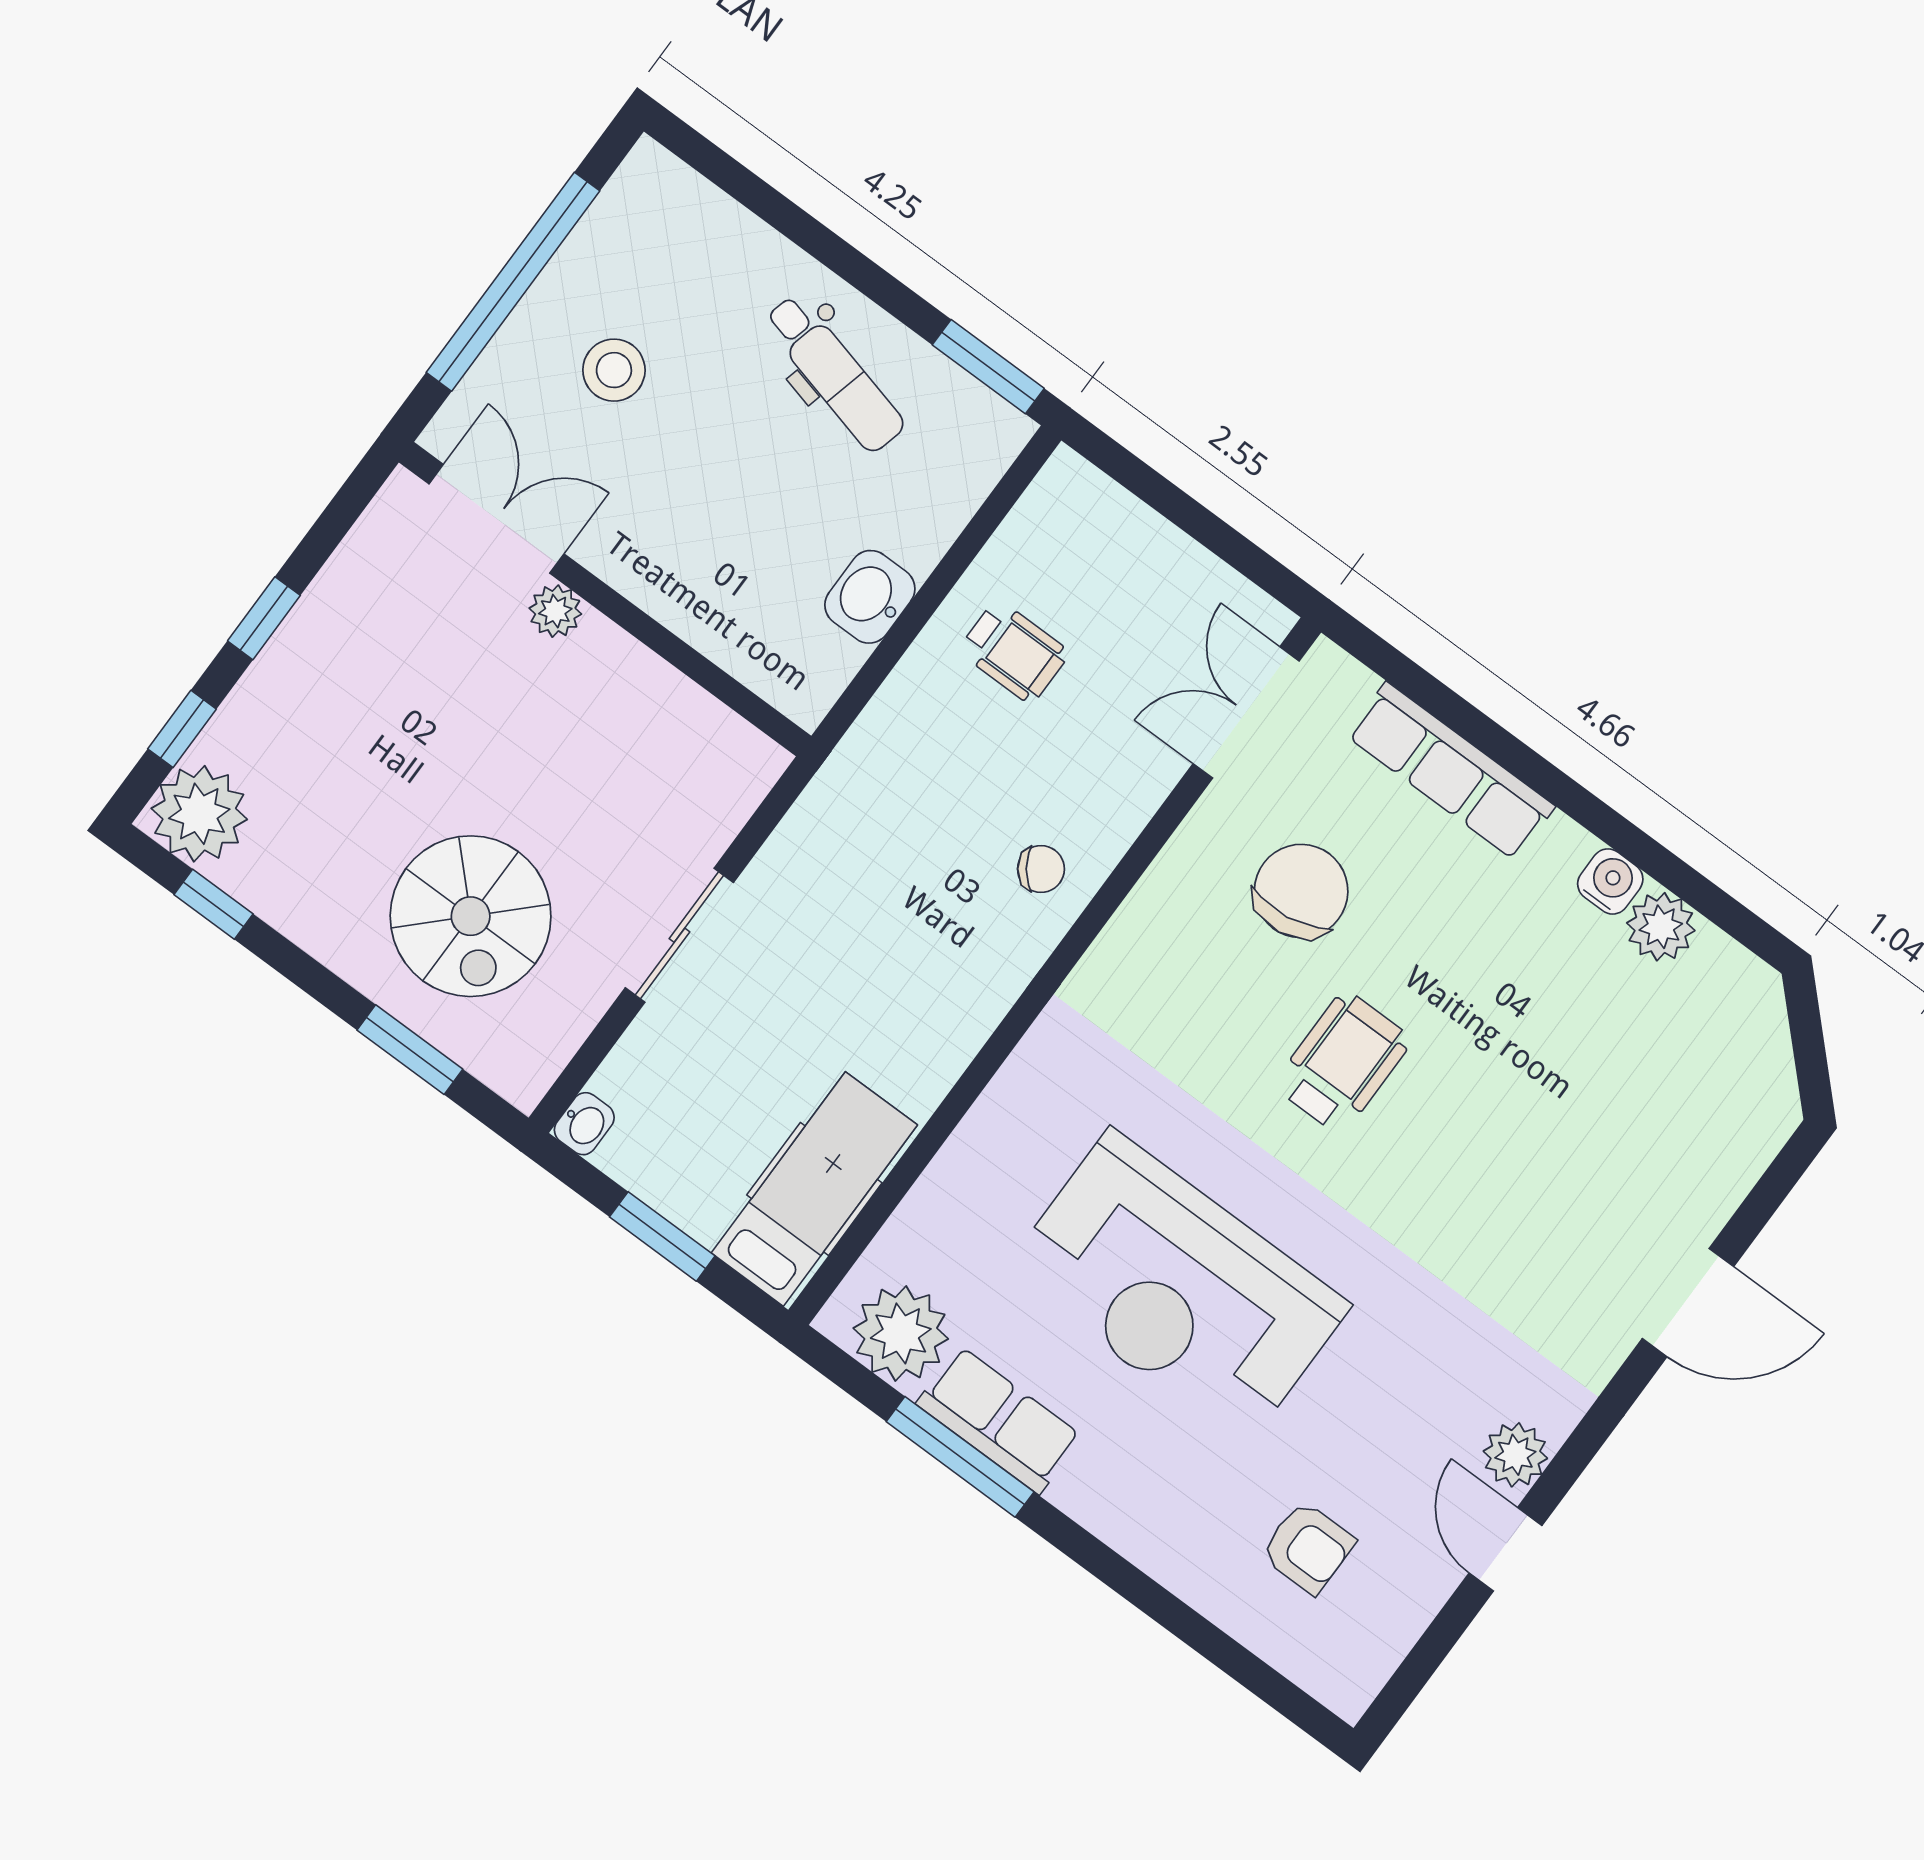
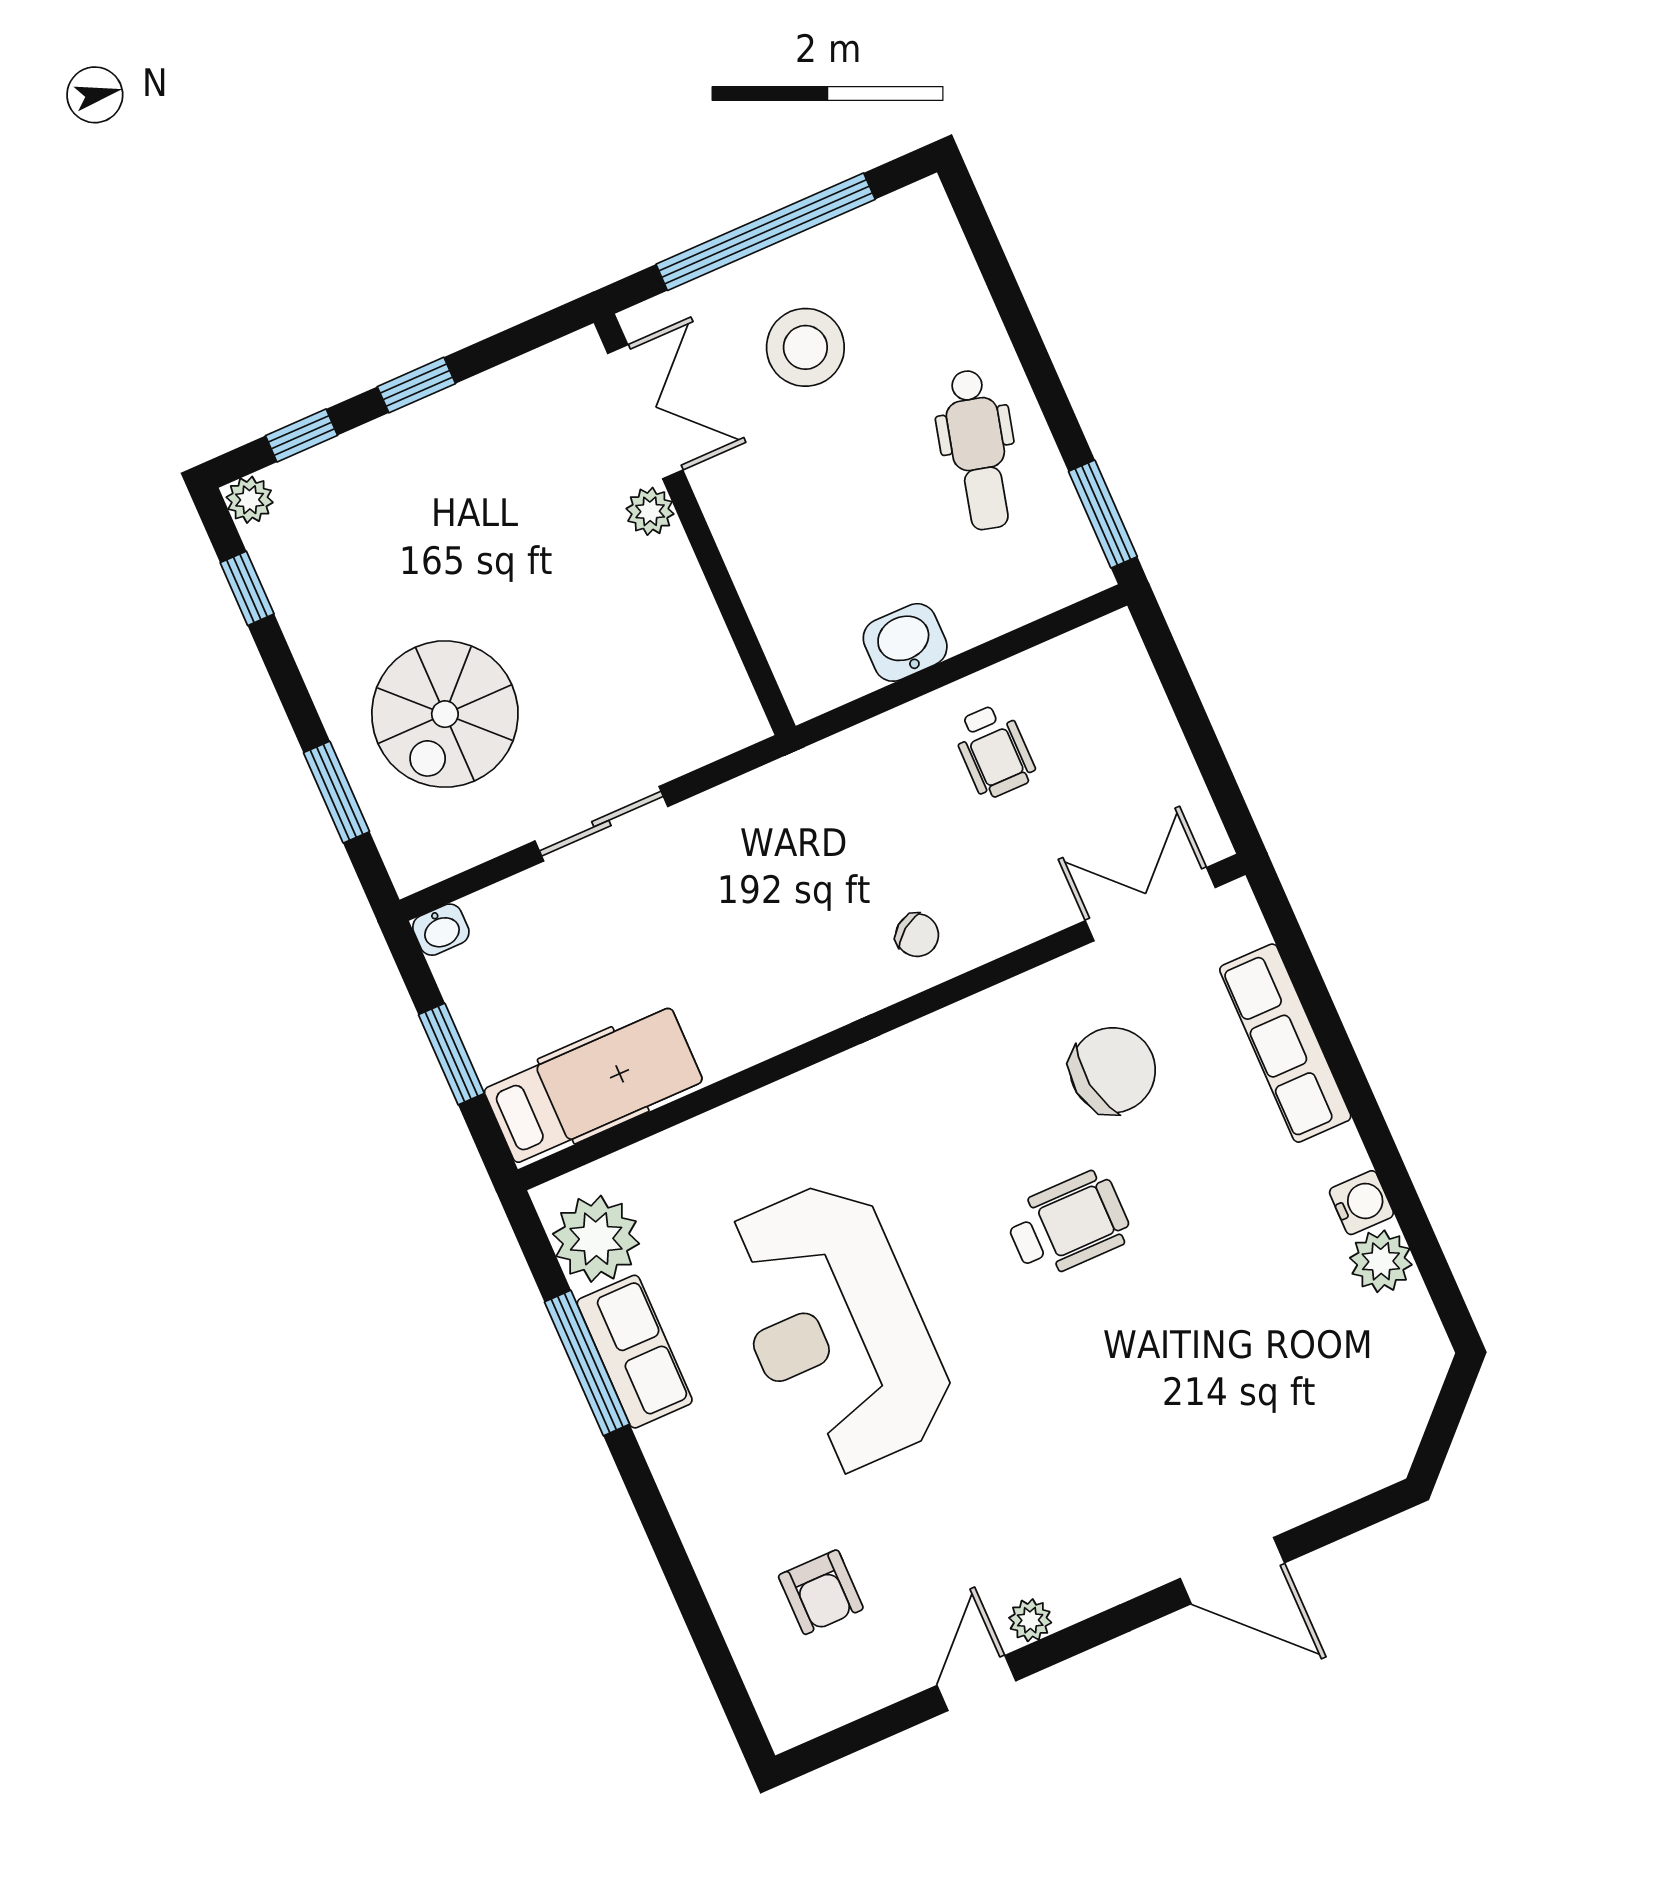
stool: (614, 370) -> (805, 347), width x1.38, depth x1.38
plant: (199, 814) -> (250, 500), width x0.53, depth x0.53
plant: (1515, 1455) -> (1030, 1620), width x0.73, depth x0.73

